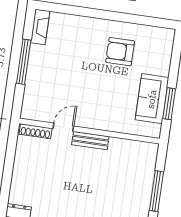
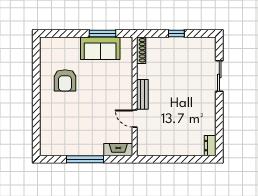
fireplace: (40, 27) -> (118, 150), moved
shoe rack: (36, 131) -> (141, 50), moved
window: (156, 191) -> (176, 34), width x0.46

